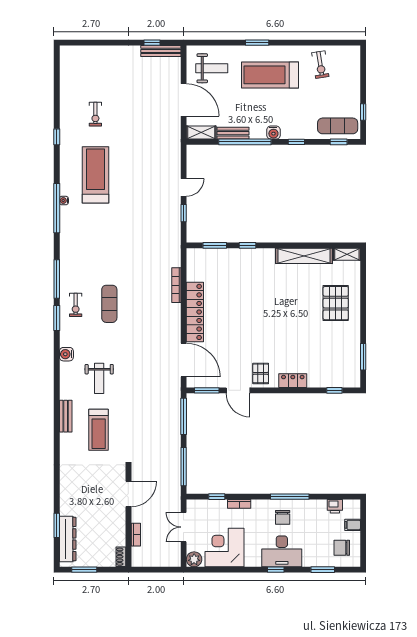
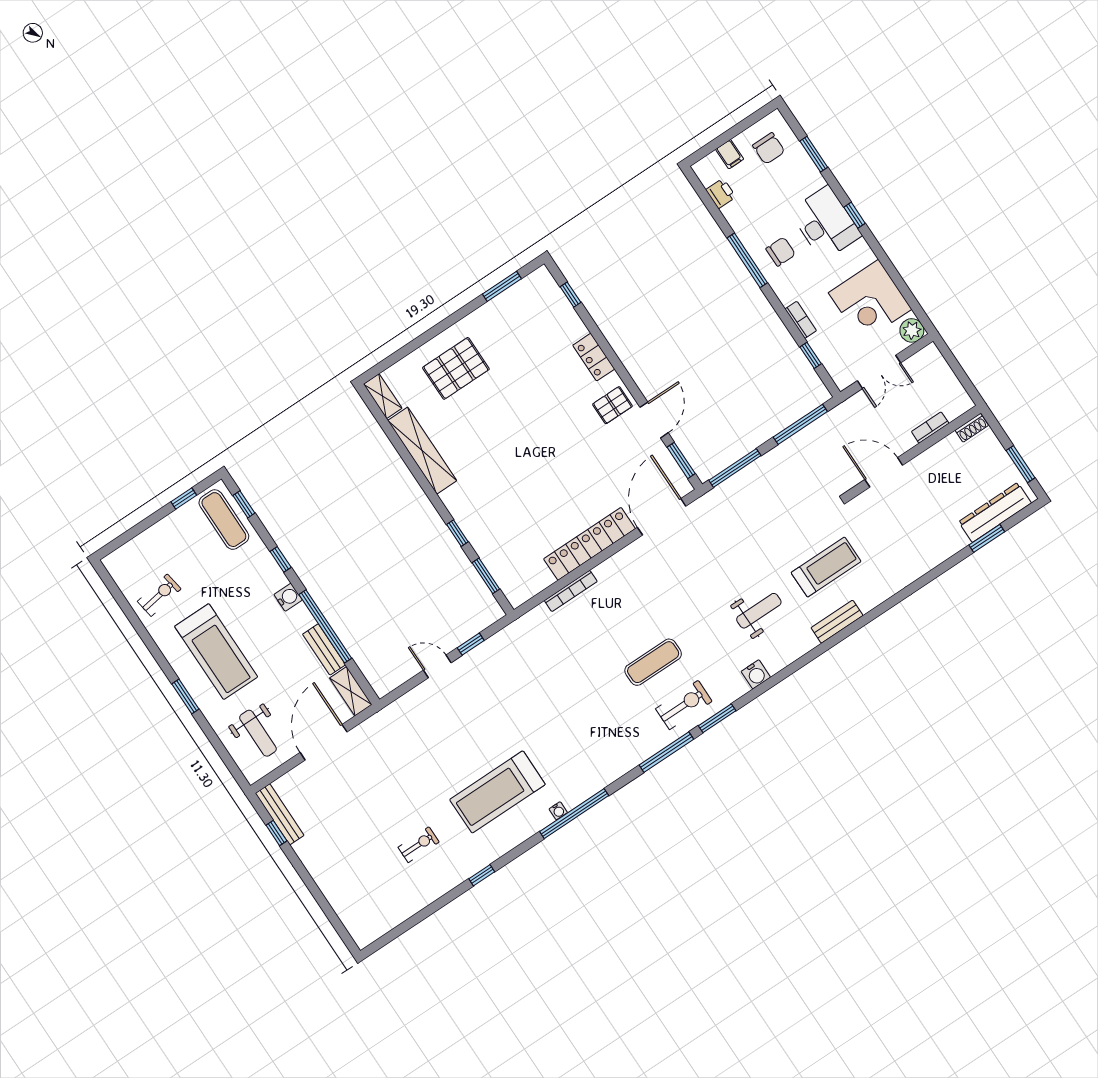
weight bench: (212, 68) -> (258, 733), turned 180
exercise bike: (76, 305) -> (684, 705), width x1.38, depth x1.39

